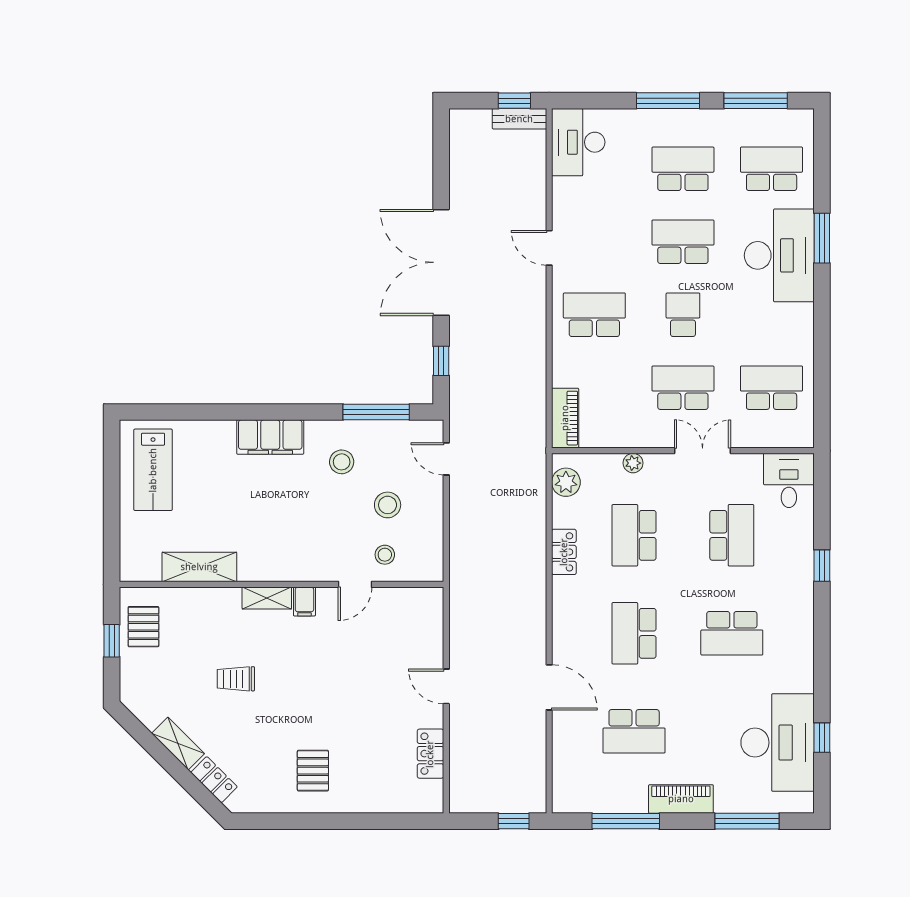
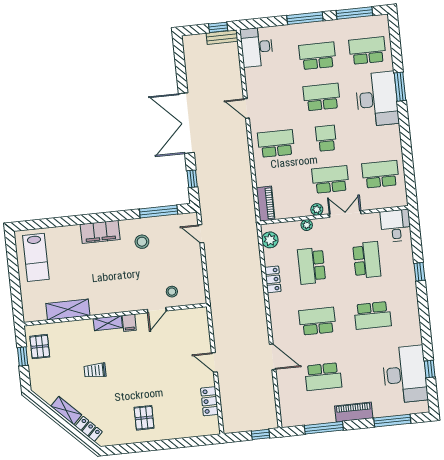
plant: (654, 438) -> (317, 209), added
stool: (388, 505) -> (170, 263), removed
school desk: (634, 633) -> (317, 321), turned 90

